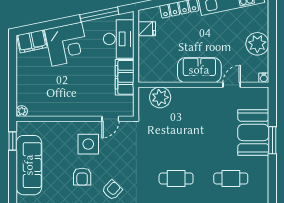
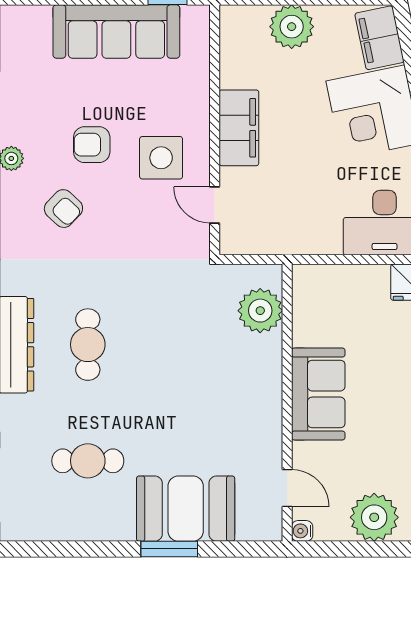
filing cabinet: (125, 77) -> (239, 128), moved, turned 90
door: (232, 85) -> (287, 488), moved
plant: (22, 111) -> (292, 27), moved, width x1.87, depth x1.87
cafe table: (231, 179) -> (88, 461), turned 90

